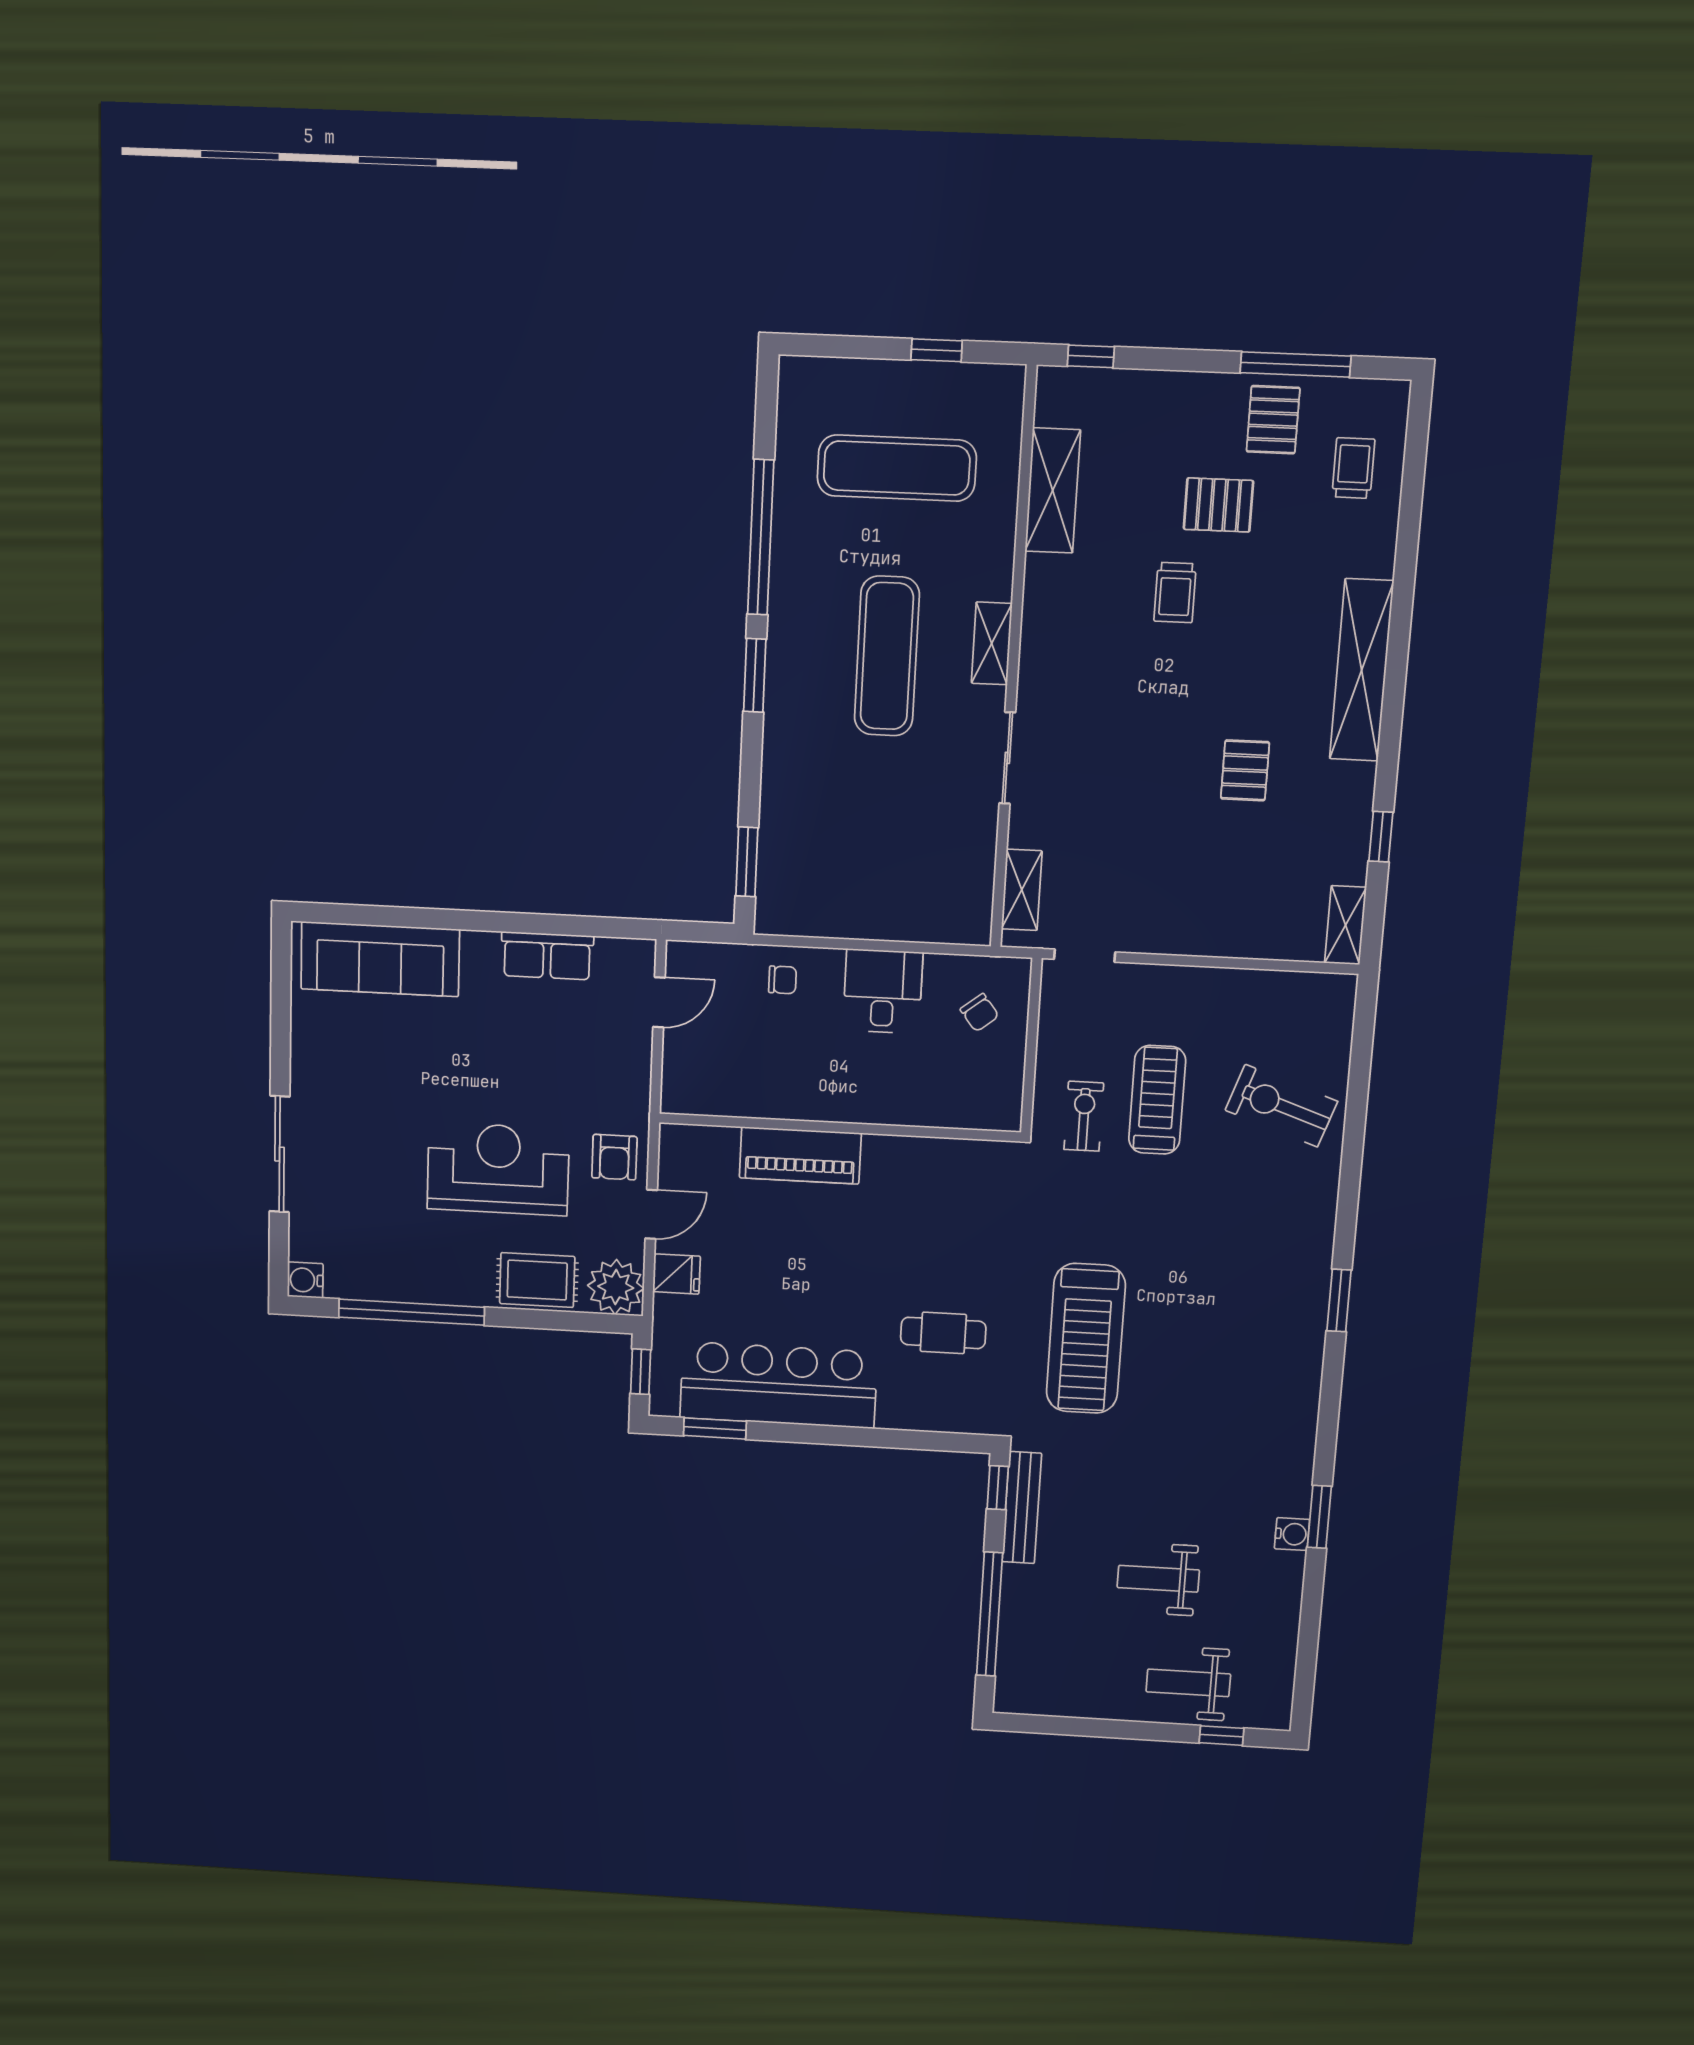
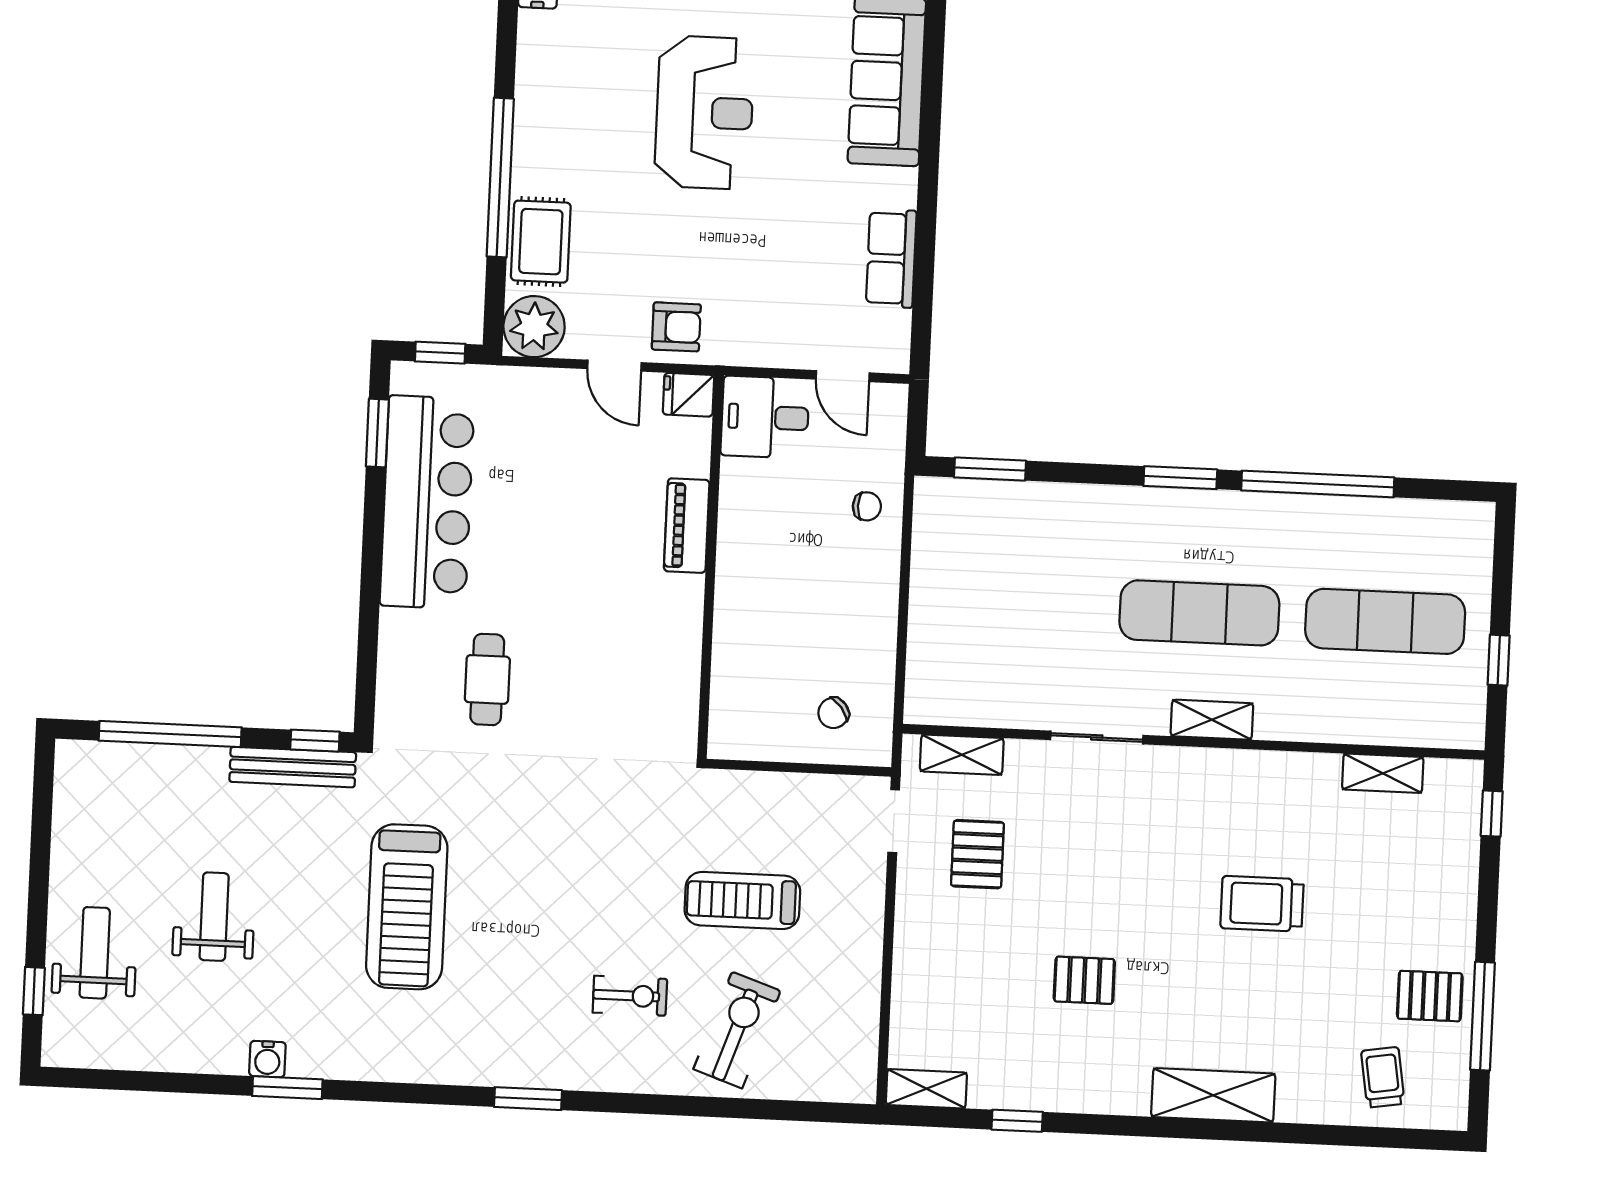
exercise mat: (897, 468) -> (1385, 621), turned 90
trolley: (1353, 468) -> (1383, 1077), turned -99
shelving: (1053, 491) -> (1383, 773), width x0.67, depth x0.75
pallet: (1218, 505) -> (977, 854), moved
trolley: (1175, 593) -> (1262, 904), width x1.36, depth x1.39
shelving: (1362, 670) -> (1213, 1095), width x0.68
chair: (782, 980) -> (867, 506), turned -90
desk: (883, 991) -> (765, 417), moved, turned 180
treadmill: (1157, 1100) -> (742, 901), turned 180
exercise bike: (1084, 1116) -> (630, 996), moved
piano: (800, 1155) -> (687, 526), width x0.73, depth x0.75
armchair: (614, 1157) -> (676, 327), turned 180
reception desk: (498, 1169) -> (704, 112), moved
fridge: (677, 1274) -> (688, 395), moved, turned 90
window: (412, 1312) -> (500, 178), moved
treadmill: (1086, 1339) -> (407, 907), moved, turned -90

